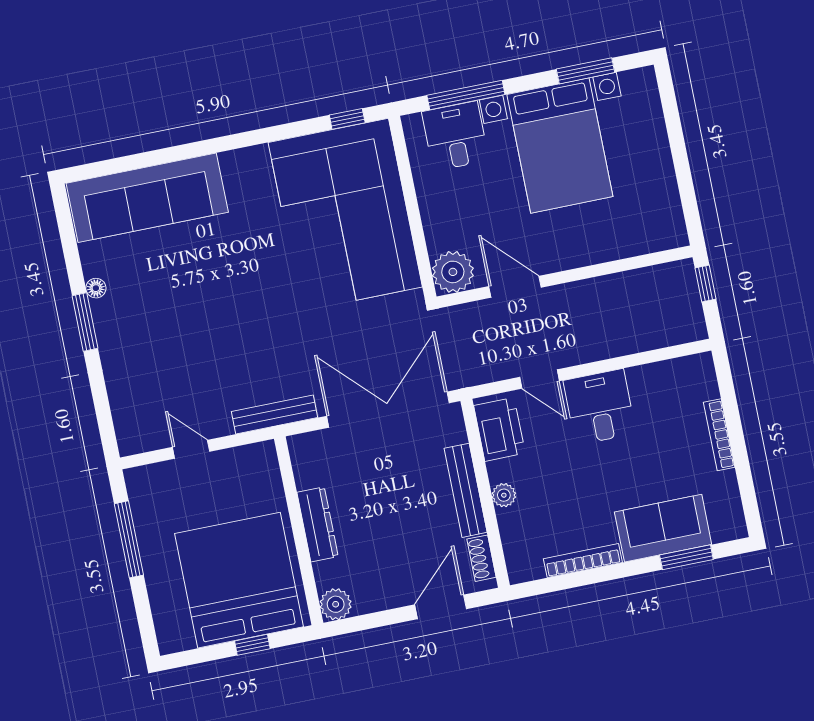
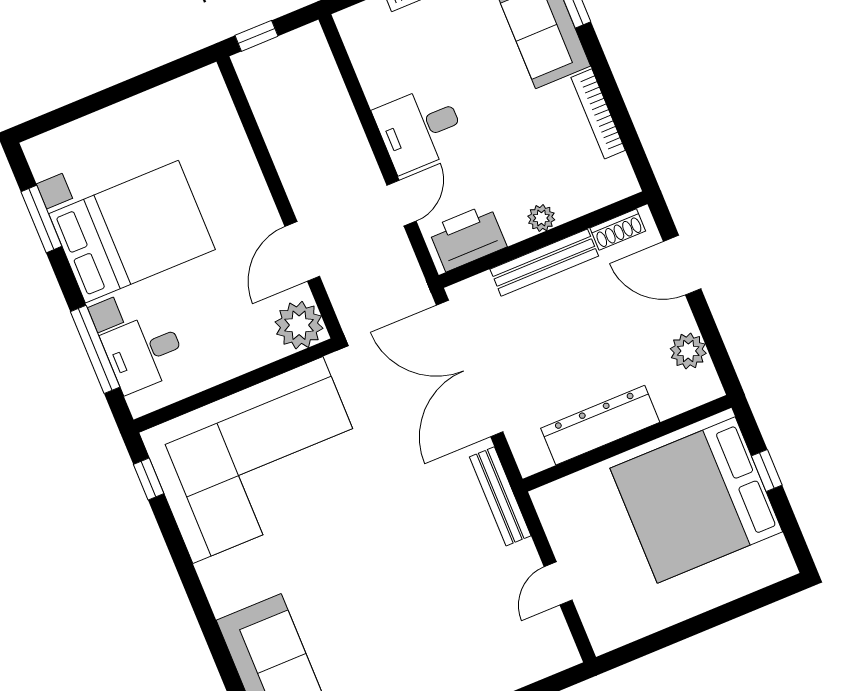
dresser: (318, 524) -> (600, 425), width x1.37, depth x1.24
window: (129, 539) -> (674, 634), removed
plant: (336, 604) -> (688, 351), moved

